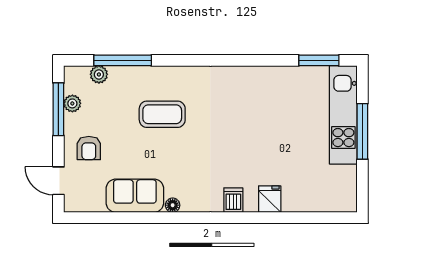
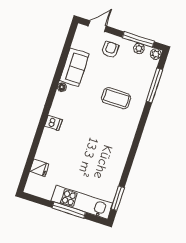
plant: (99, 74) -> (156, 54), moved
coffee table: (162, 114) -> (116, 98), turned 90
armchair: (89, 148) -> (110, 50), turned 90
fridge: (270, 199) -> (39, 168), moved

